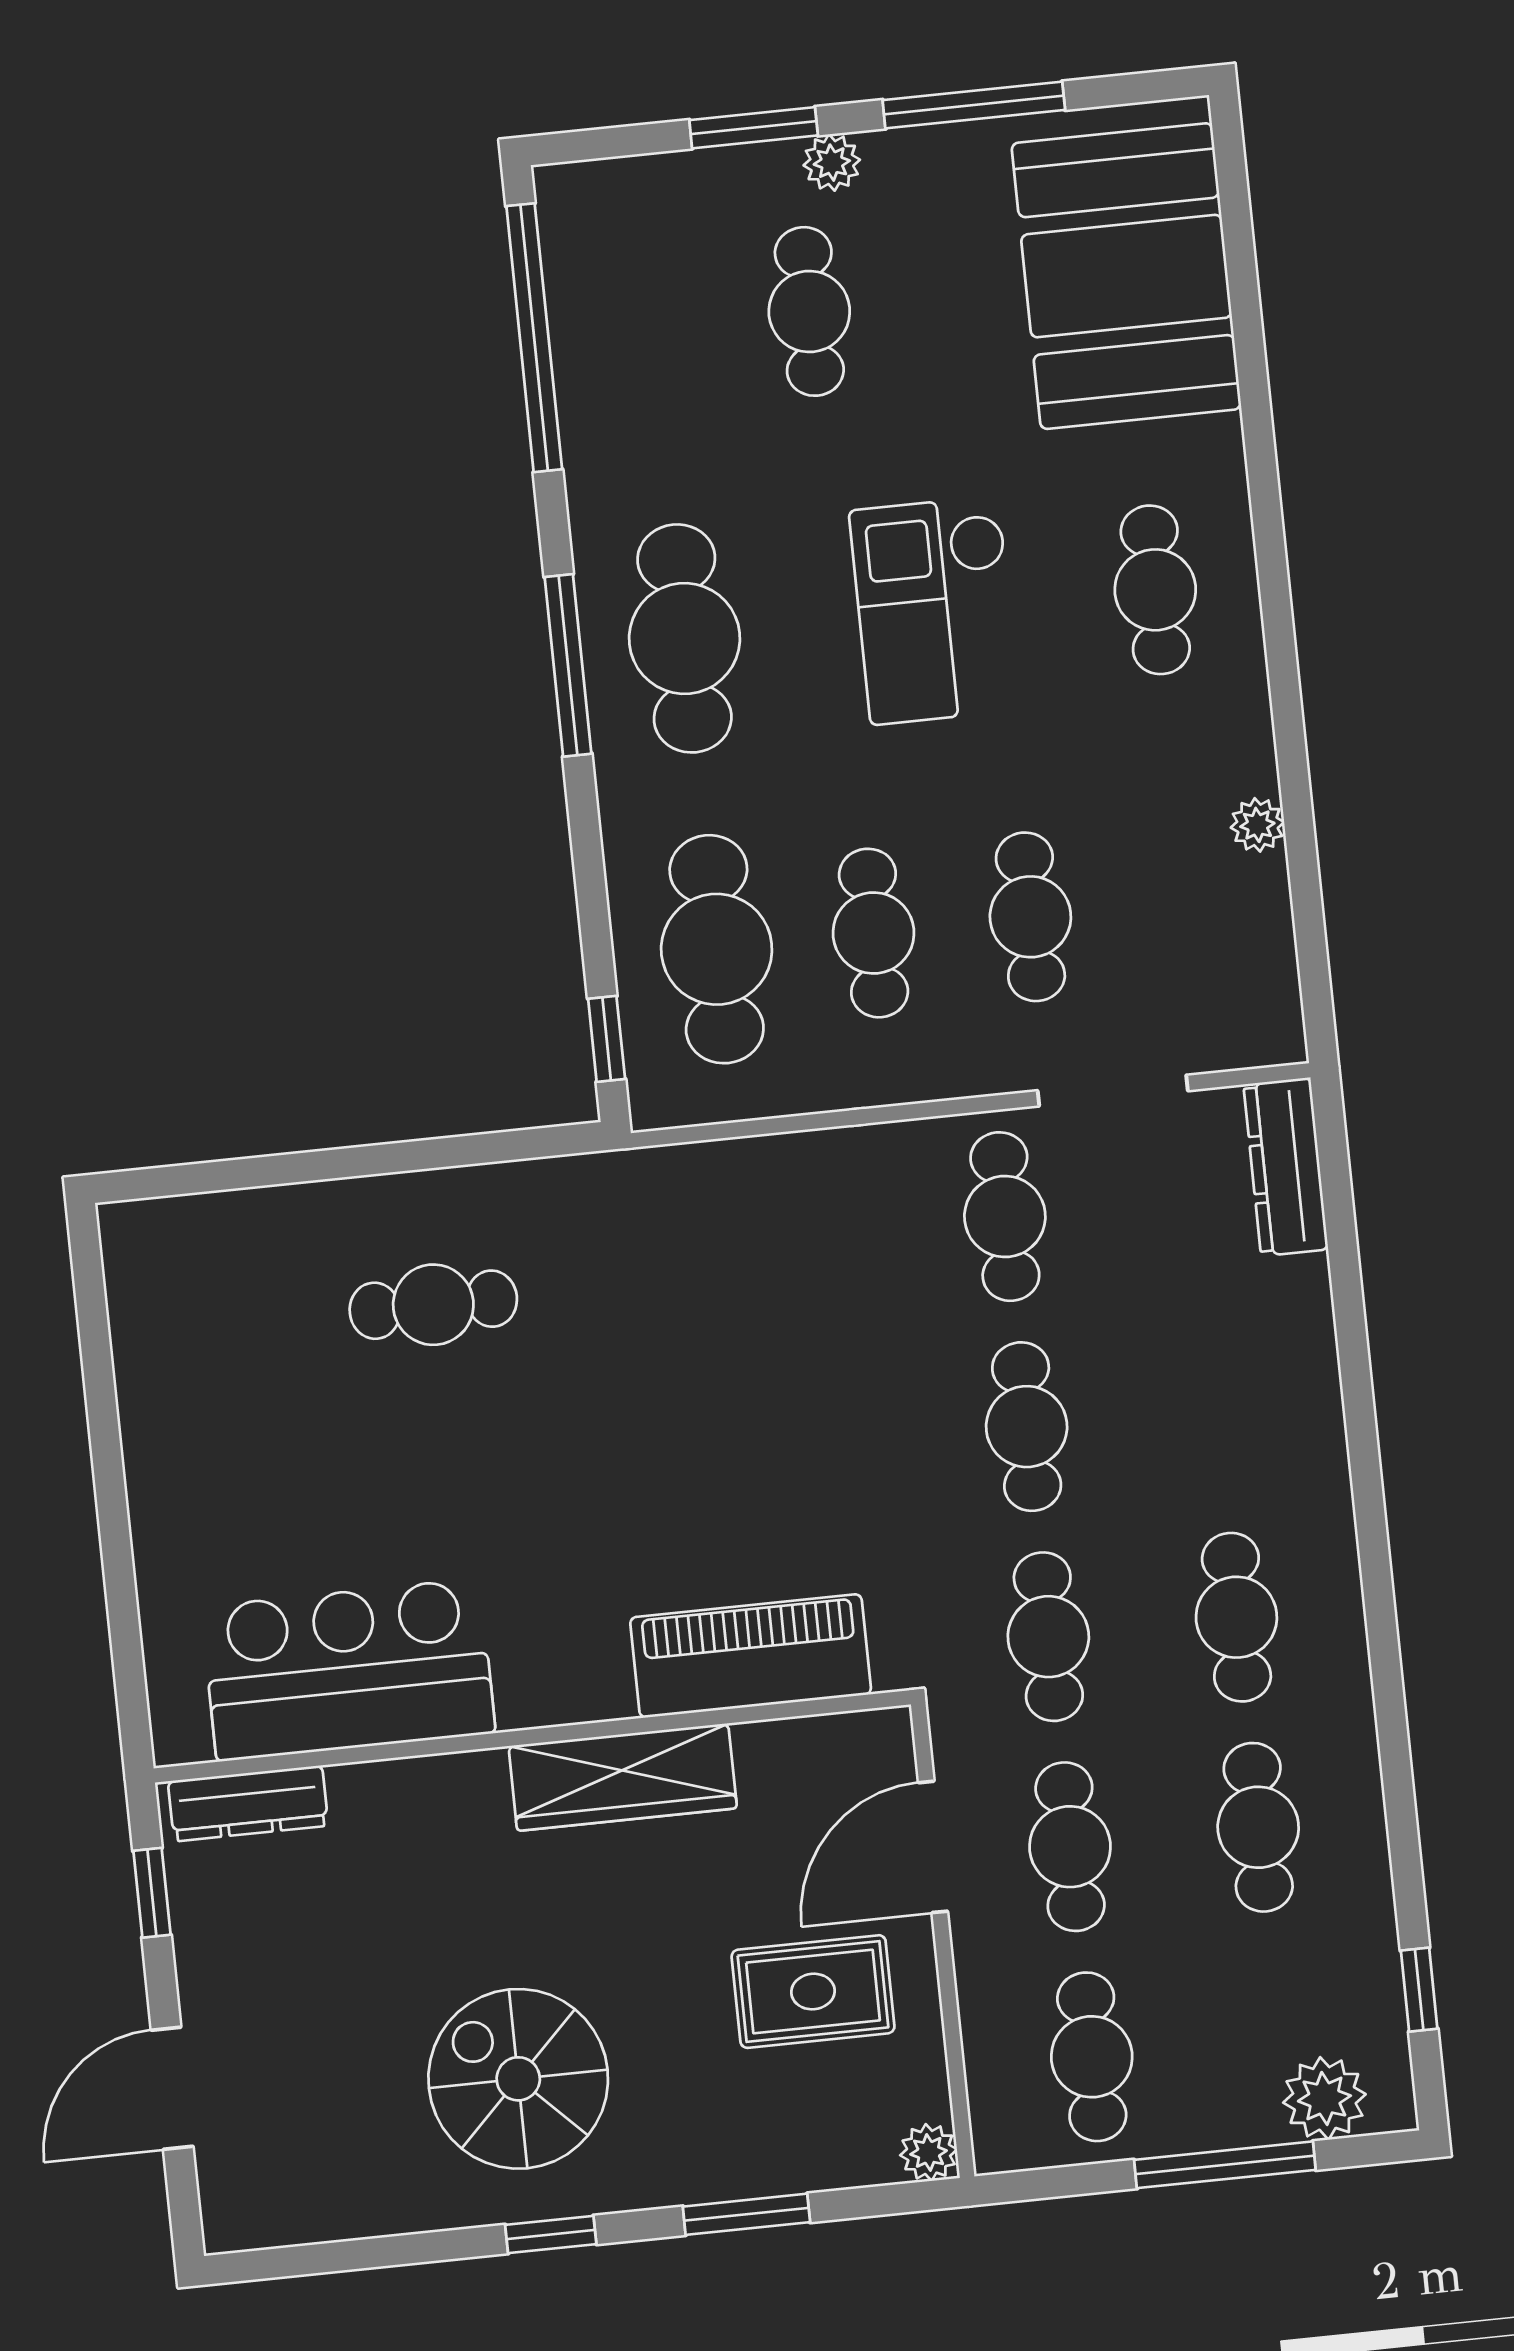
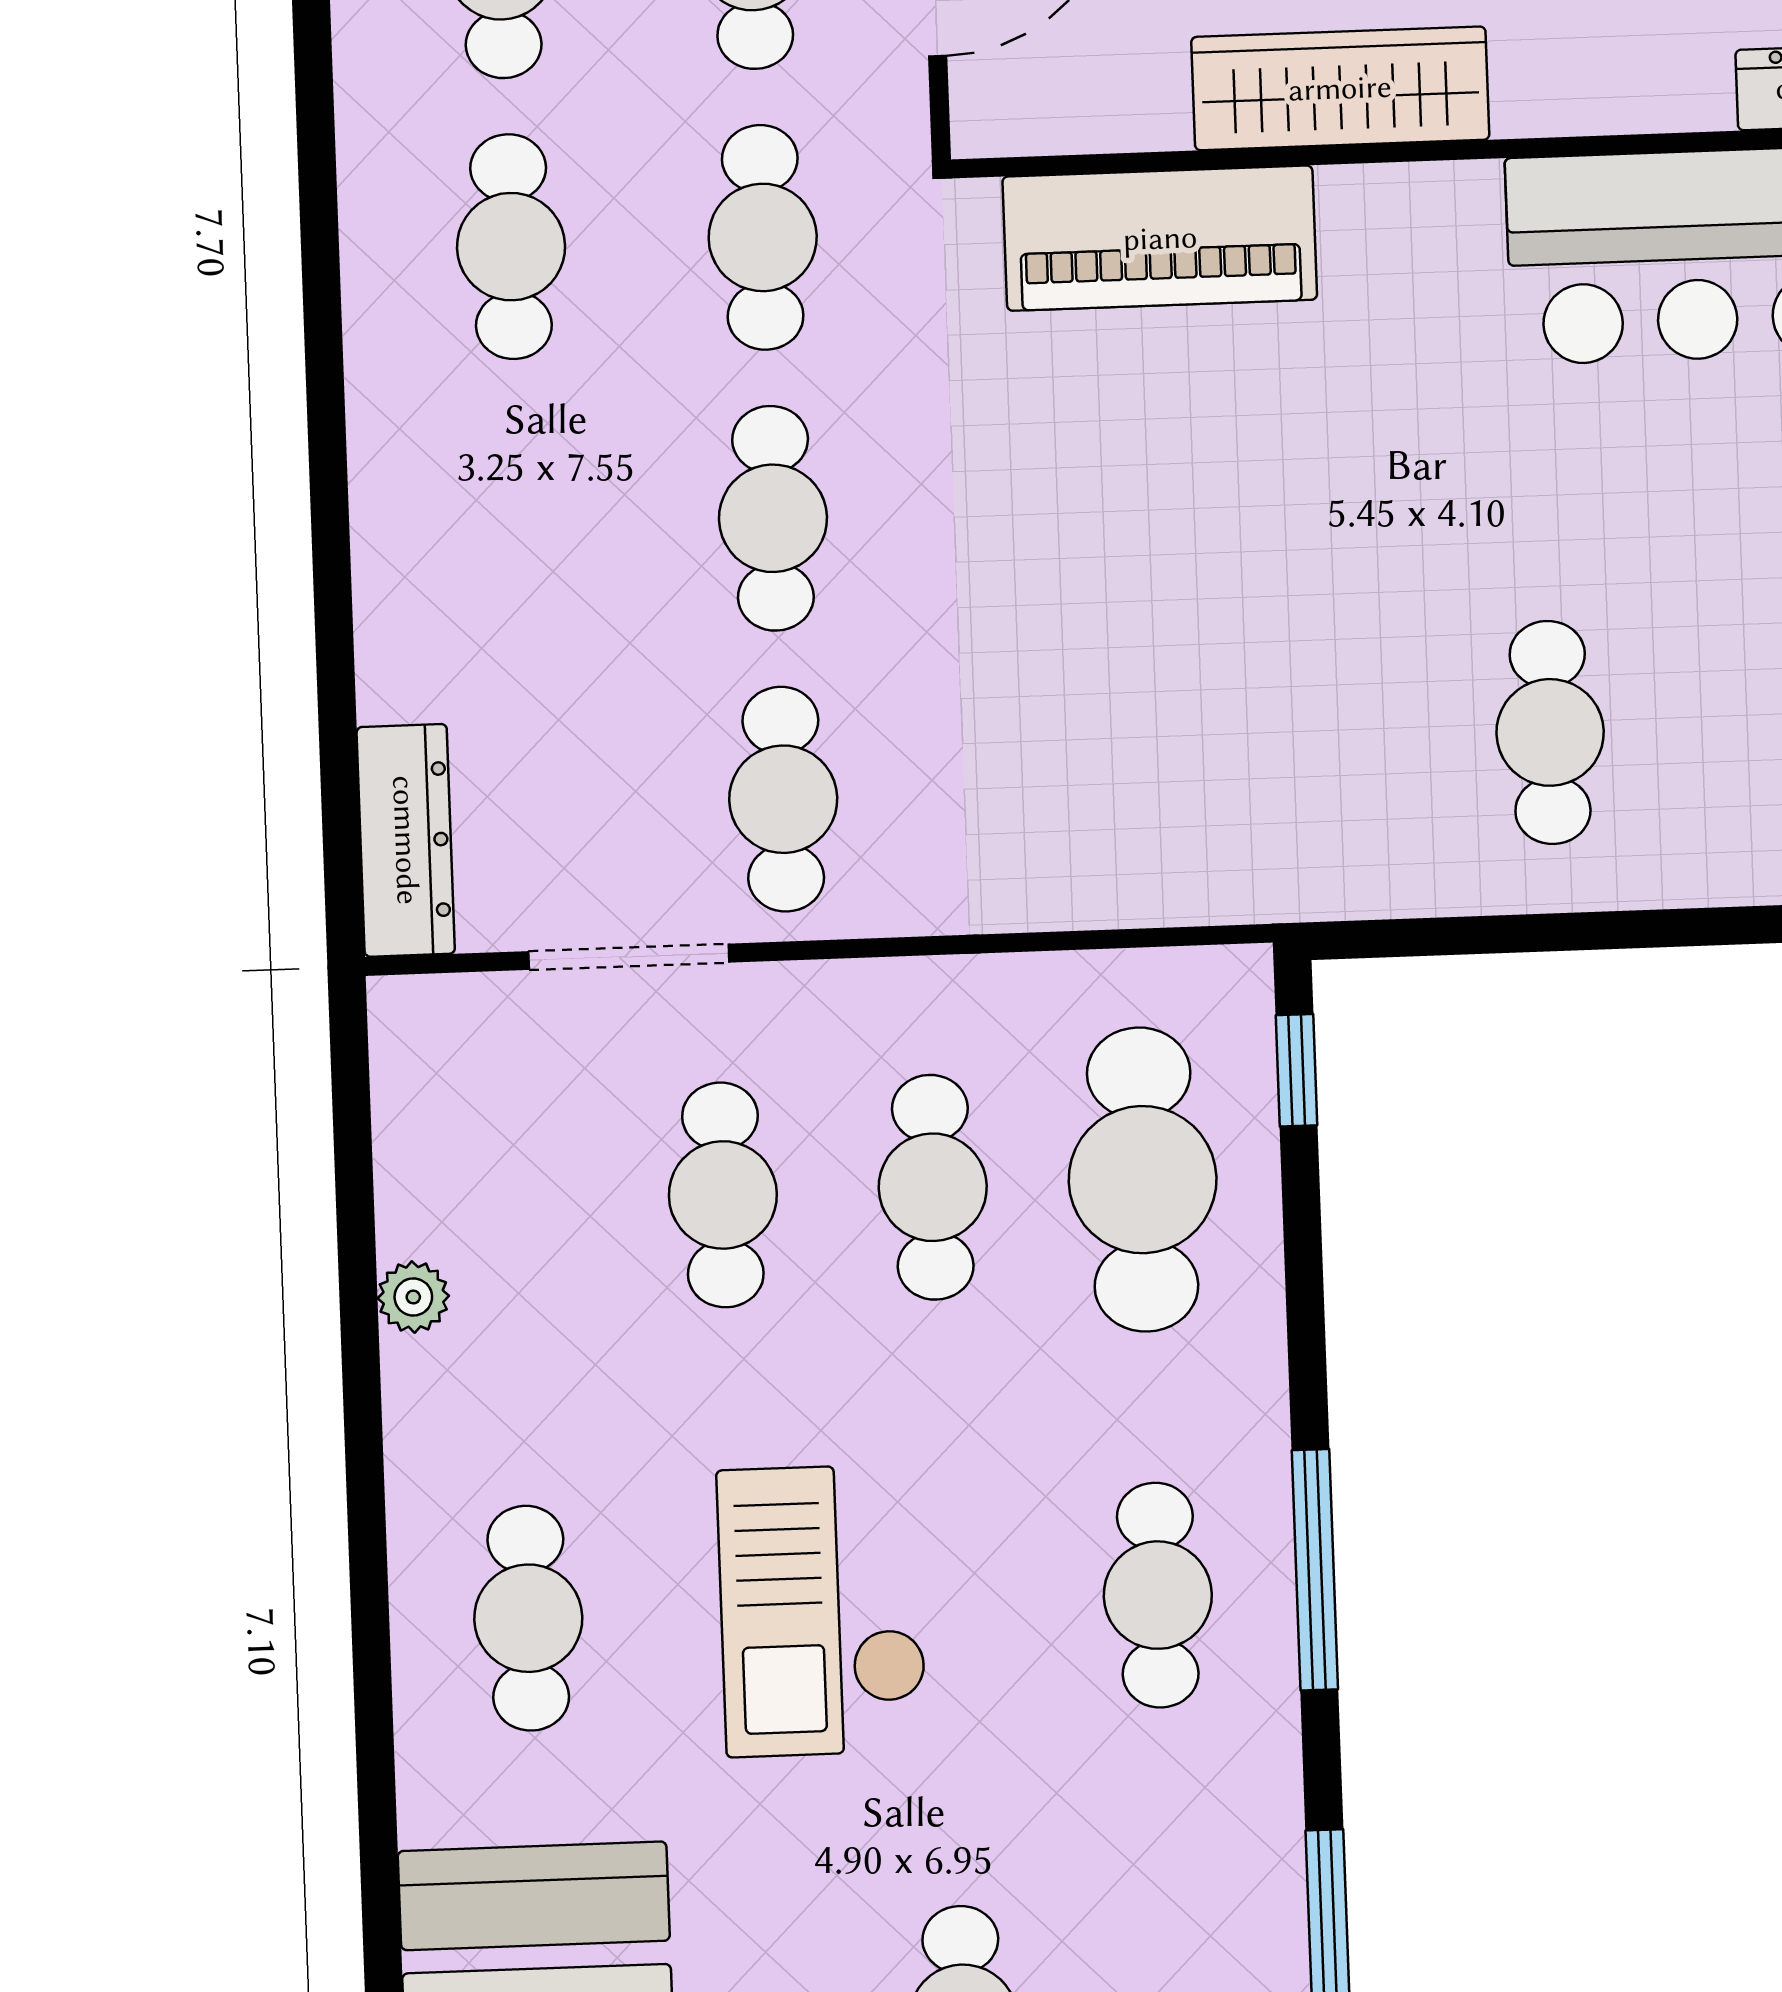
checkout: (935, 610) -> (822, 1610), turned 180
cafe table: (684, 638) -> (1158, 1595), width x0.73, depth x0.74
cafe table: (433, 1305) -> (1550, 732), turned 90

